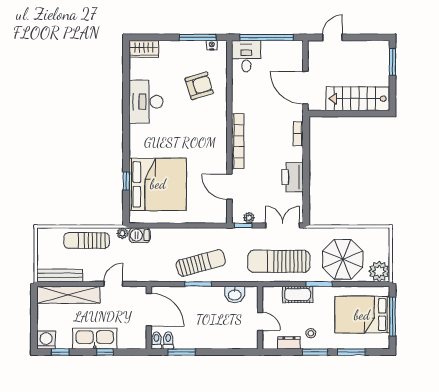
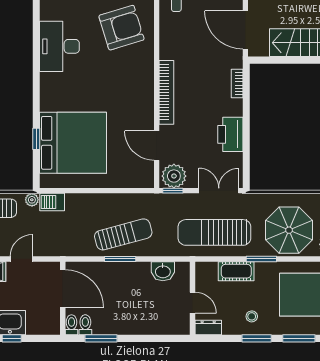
armchair: (199, 86) -> (121, 28), width x1.36, depth x1.36
plant: (249, 218) -> (174, 176), width x1.88, depth x1.88
dresser: (289, 343) -> (208, 328), moved

